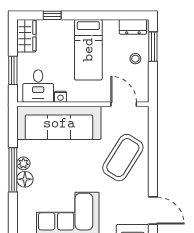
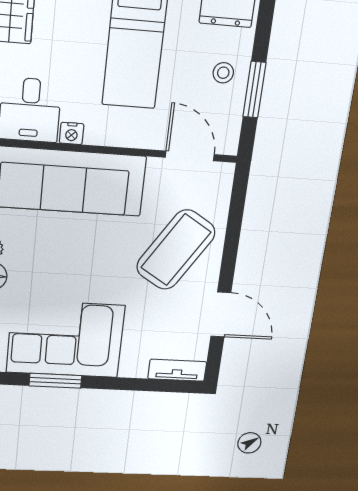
window: (153, 47) -> (254, 90), moved
door: (153, 211) -> (221, 314), moved

